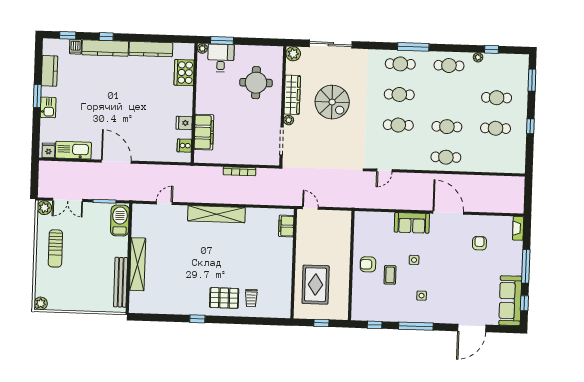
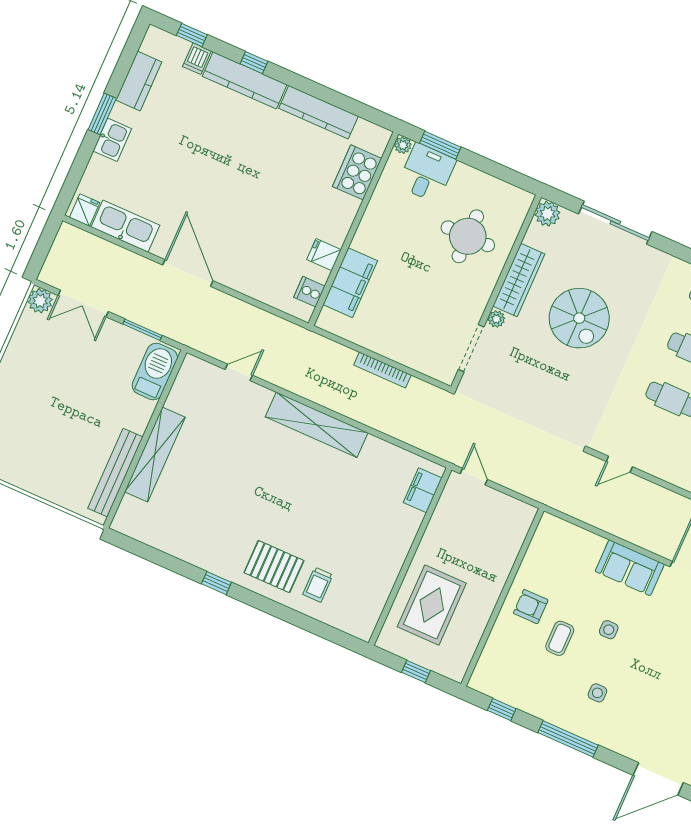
sun lounger: (55, 248) -> (31, 375), removed

